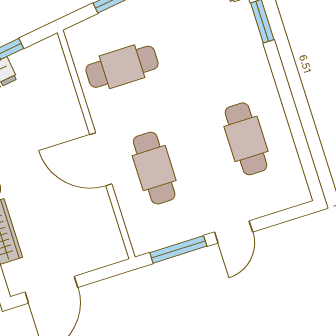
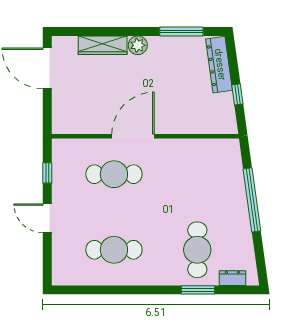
cafe table: (122, 67) -> (197, 250), moved
window: (178, 249) -> (47, 173), width x0.46

